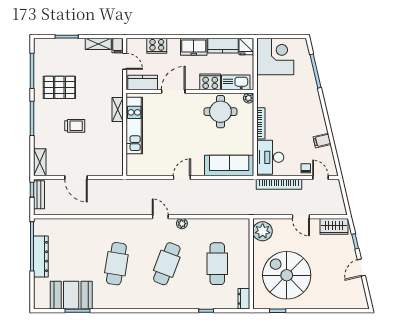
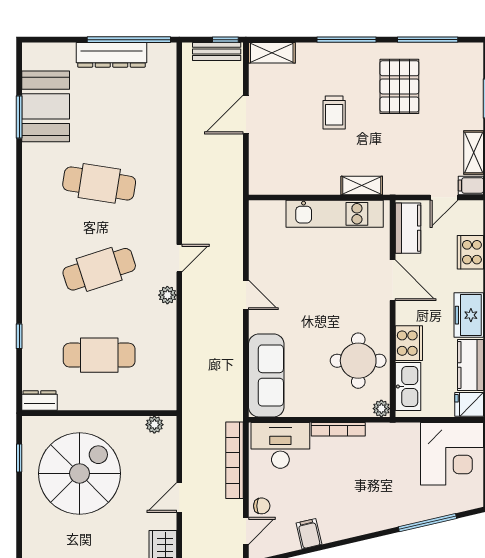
plant: (263, 231) -> (154, 425), width x0.53, depth x0.53
cafe table: (167, 264) -> (99, 269), turned -39

